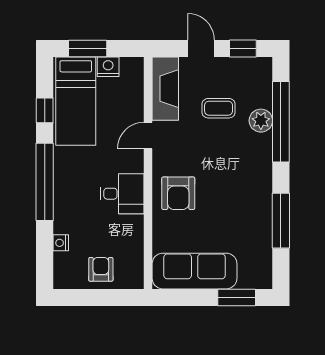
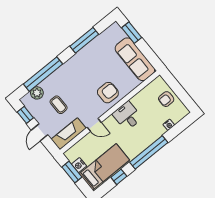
window: (88, 49) -> (72, 172), moved
plant: (261, 121) -> (37, 93), moved

